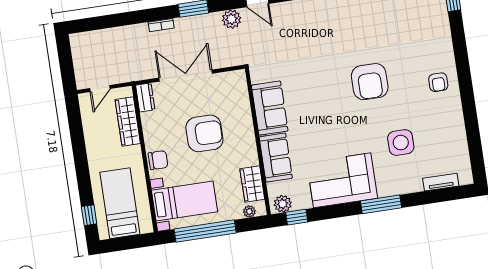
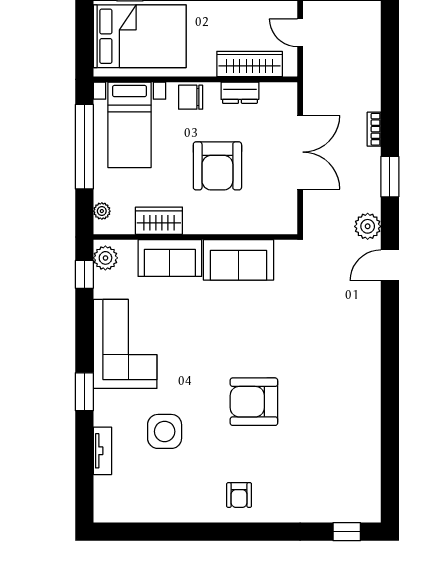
armchair: (438, 82) -> (239, 495), turned -90
dresser: (145, 98) -> (240, 93), moved
chair: (158, 160) -> (191, 97), turned 90
tv unit: (441, 182) -> (102, 451), moved
wardrobe: (252, 184) -> (159, 221), moved
bed: (120, 203) -> (140, 36), width x1.50
window: (381, 204) -> (84, 392), width x0.69

